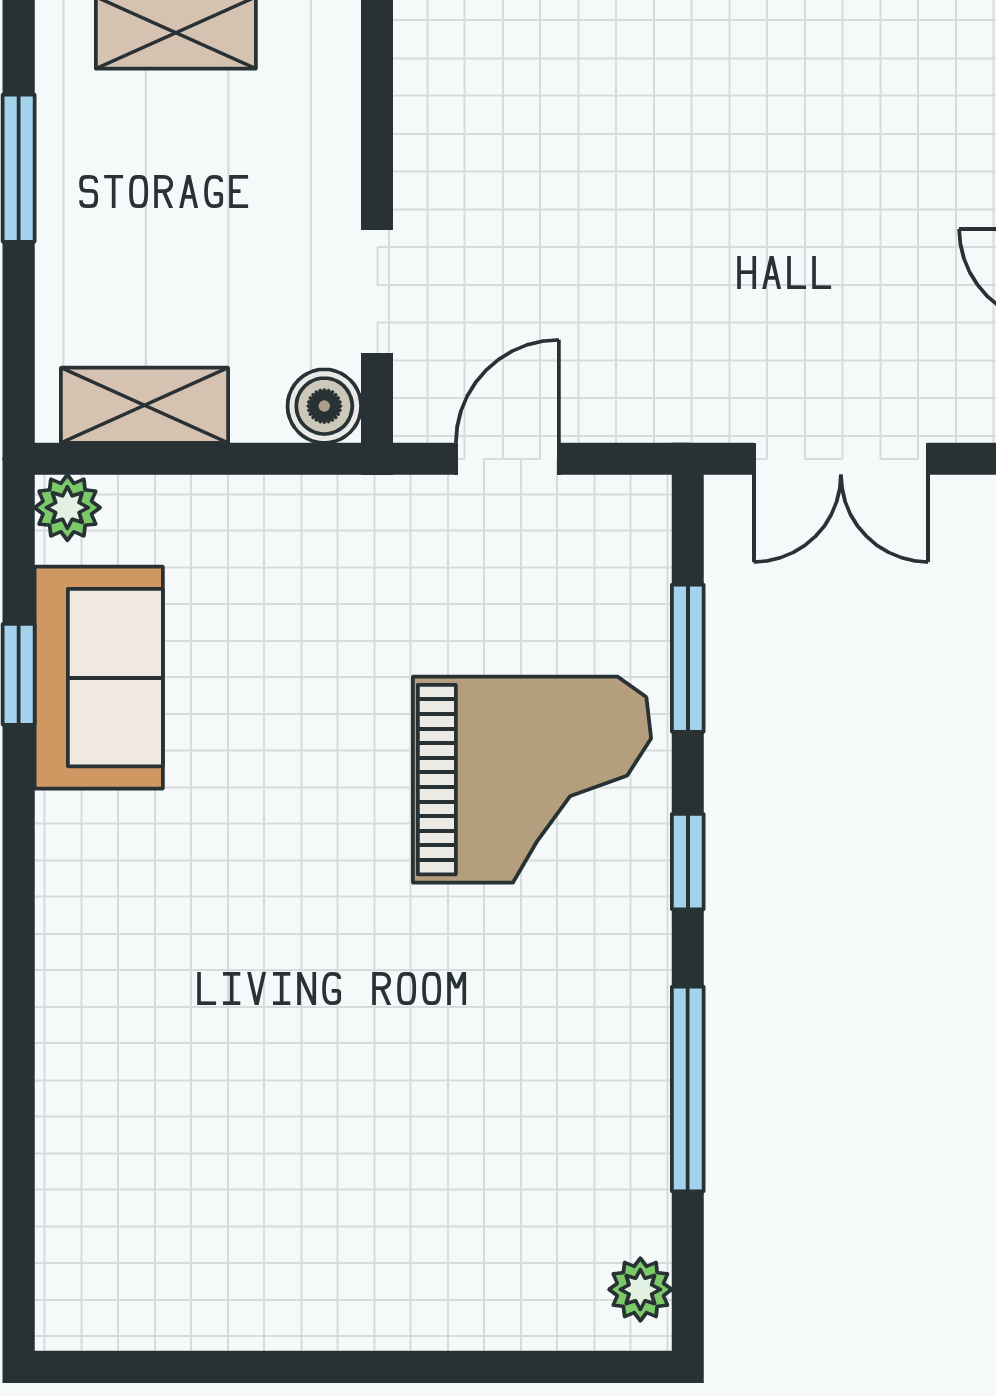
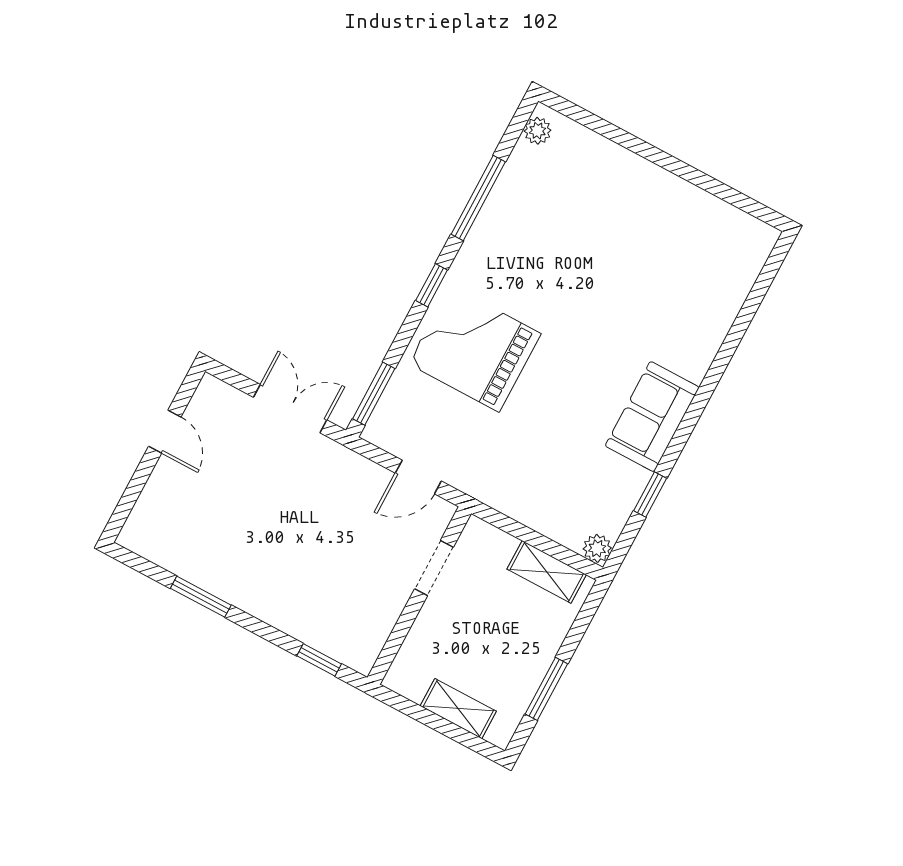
boiler: (324, 406) -> (478, 535), removed
window: (688, 658) -> (374, 394), moved
sofa: (99, 678) -> (652, 417), moved

